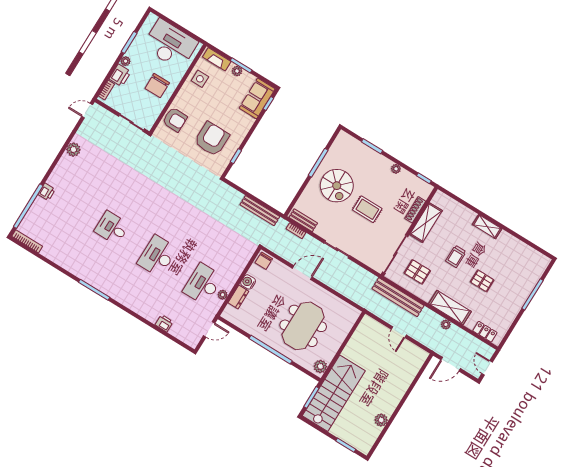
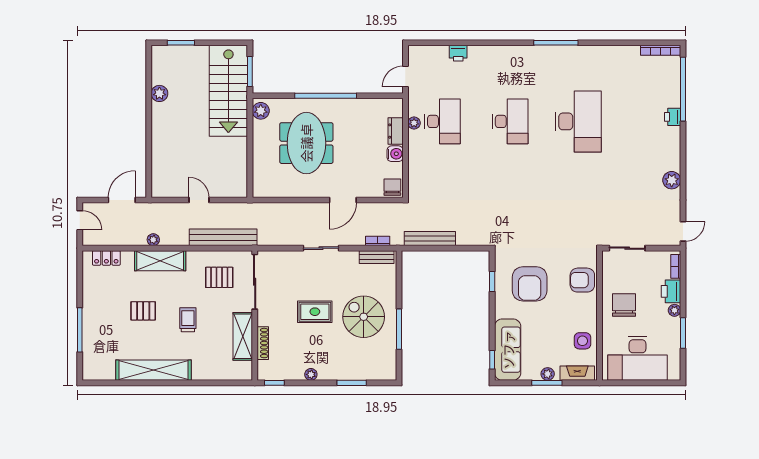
sofa: (257, 98) -> (508, 350), width x1.36
shelving: (487, 227) -> (153, 370), width x2.20, depth x1.33
desk: (112, 228) -> (578, 121), width x1.87, depth x1.30

